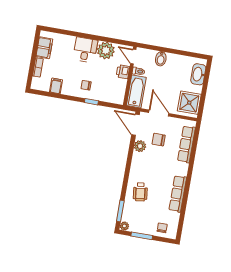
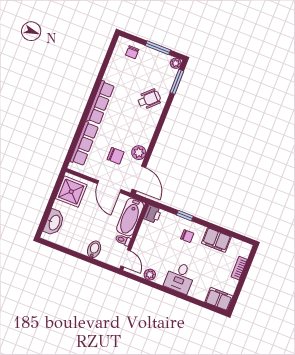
filing cabinet: (44, 48) -> (219, 299), moved, turned 90
plant: (106, 50) -> (150, 275), width x0.53, depth x0.53
printer: (123, 72) -> (153, 214), moved
filing cabinet: (56, 86) -> (216, 240), width x2.00
wheelchair: (140, 192) -> (149, 99), turned 53
row of seats: (178, 194) -> (100, 103), moved

